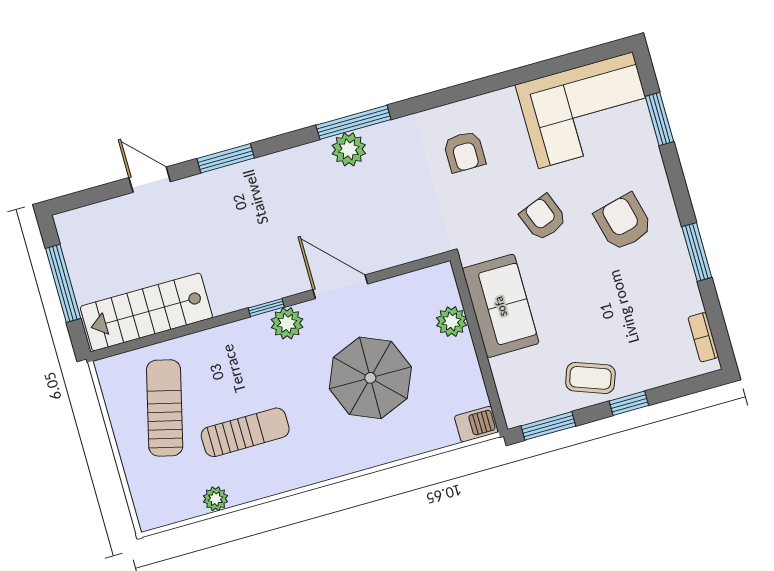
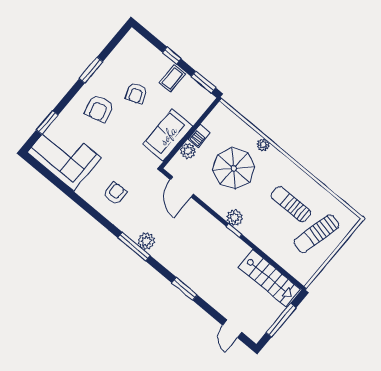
door: (150, 180) -> (232, 329), moved
armchair: (543, 218) -> (136, 93), moved
door: (340, 287) -> (182, 187), moved
bookcase: (703, 337) -> (124, 44), removed
coffee table: (590, 378) -> (172, 78), turned 70
sun lounger: (165, 408) -> (316, 234), moved
barbecue: (476, 424) -> (199, 136), moved, turned -90
plant: (216, 499) -> (263, 145), moved

